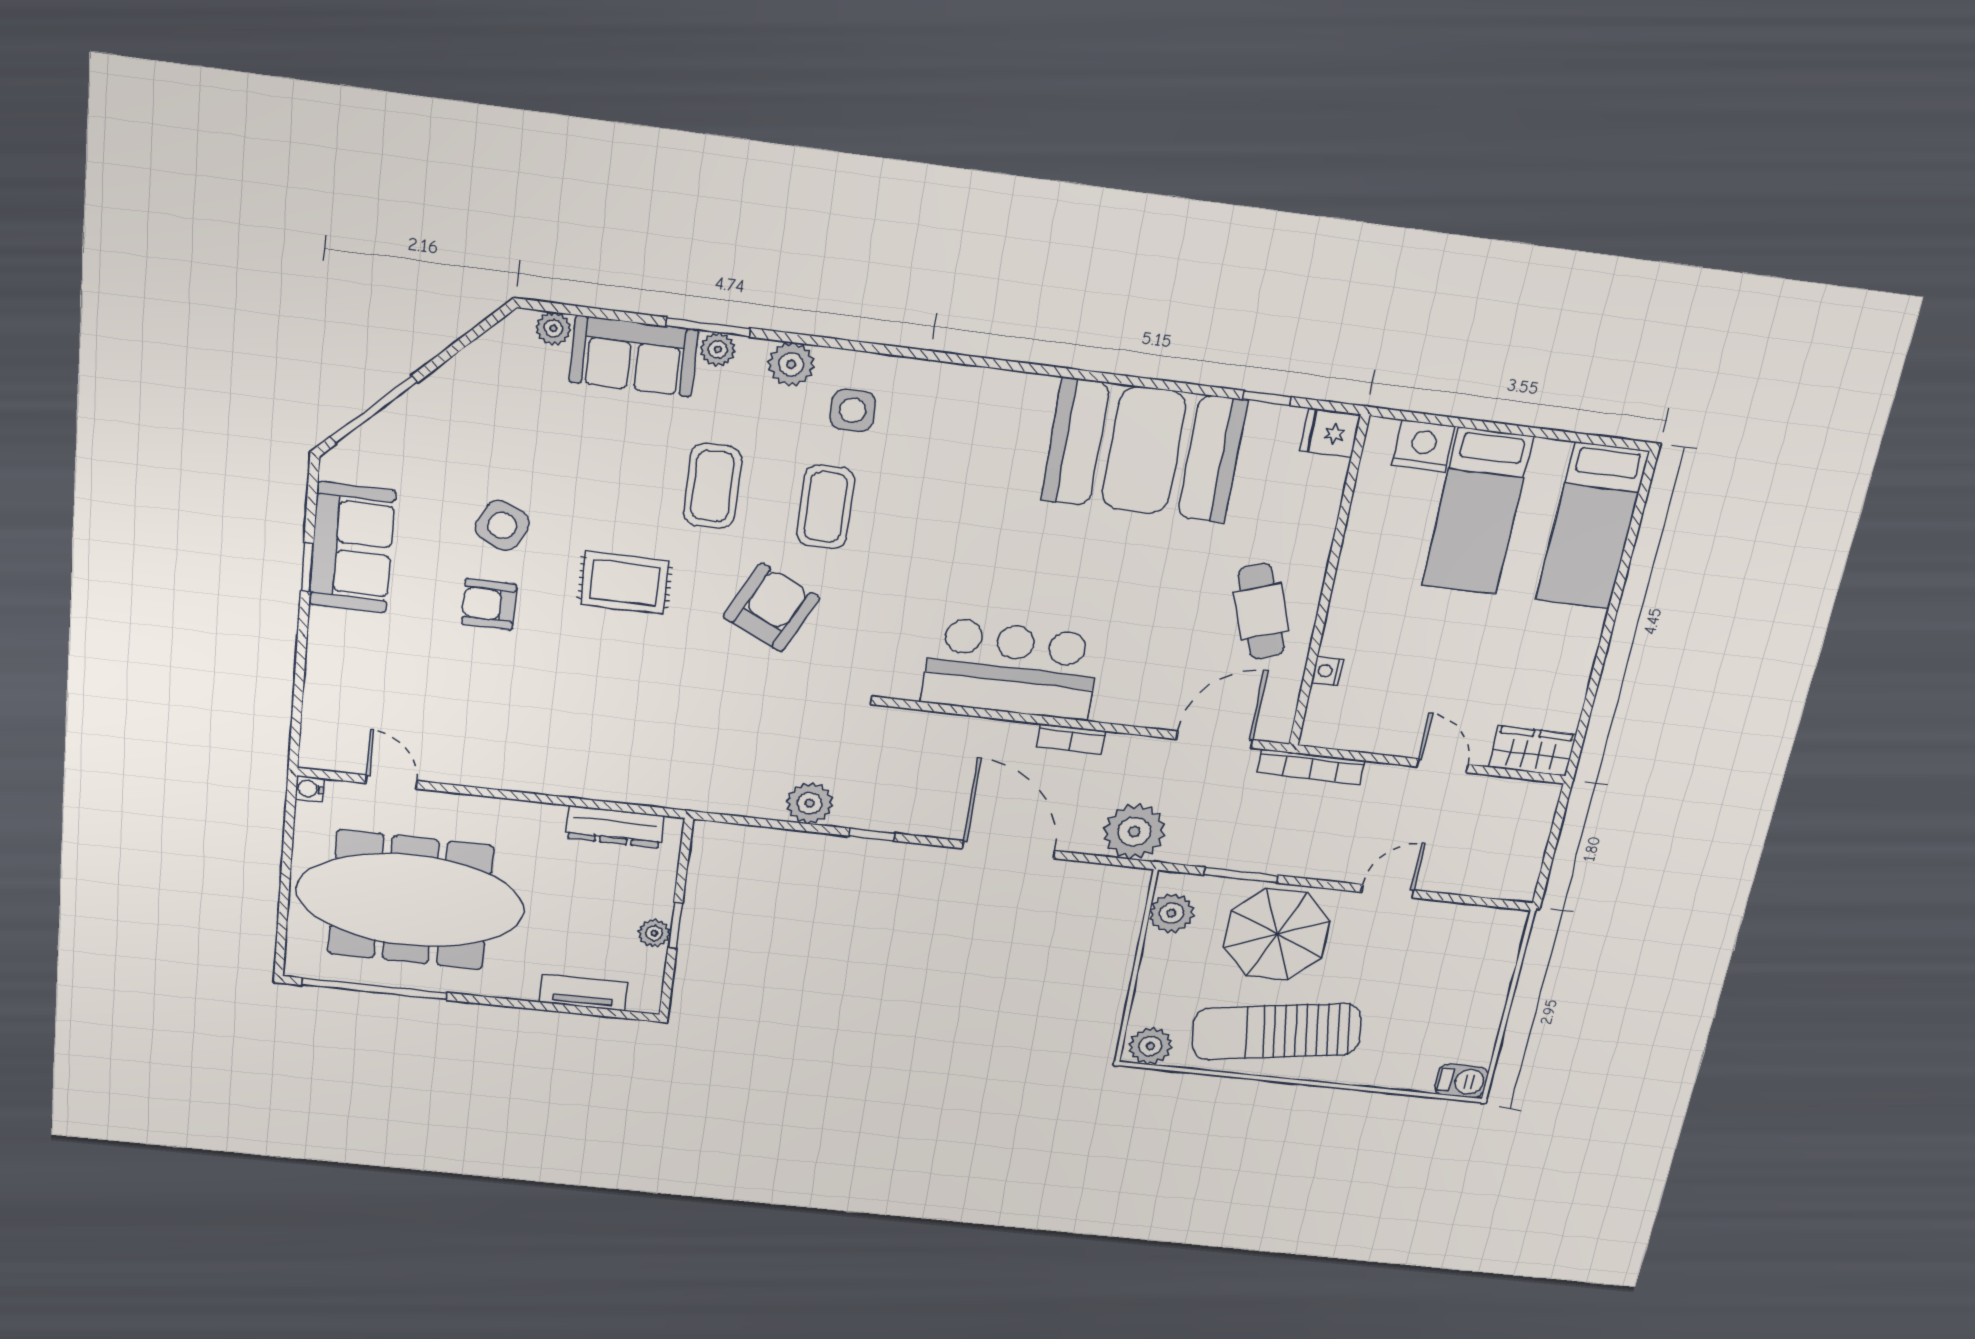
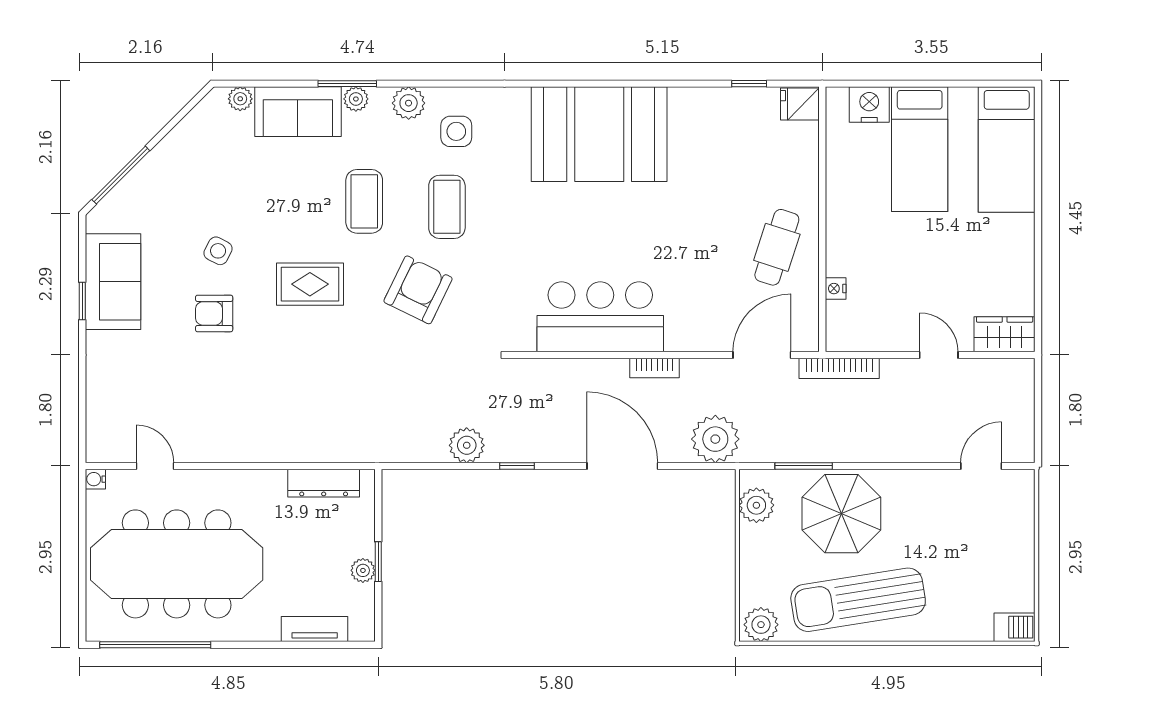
booth: (1144, 450) -> (599, 134), moved
side table: (502, 525) -> (218, 251), width x0.73, depth x0.73
cafe table: (1261, 611) -> (777, 247), turned 37
door: (1388, 891) -> (981, 466), moved

